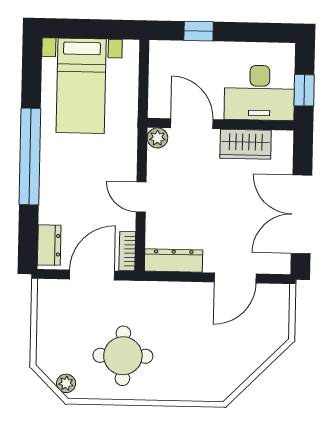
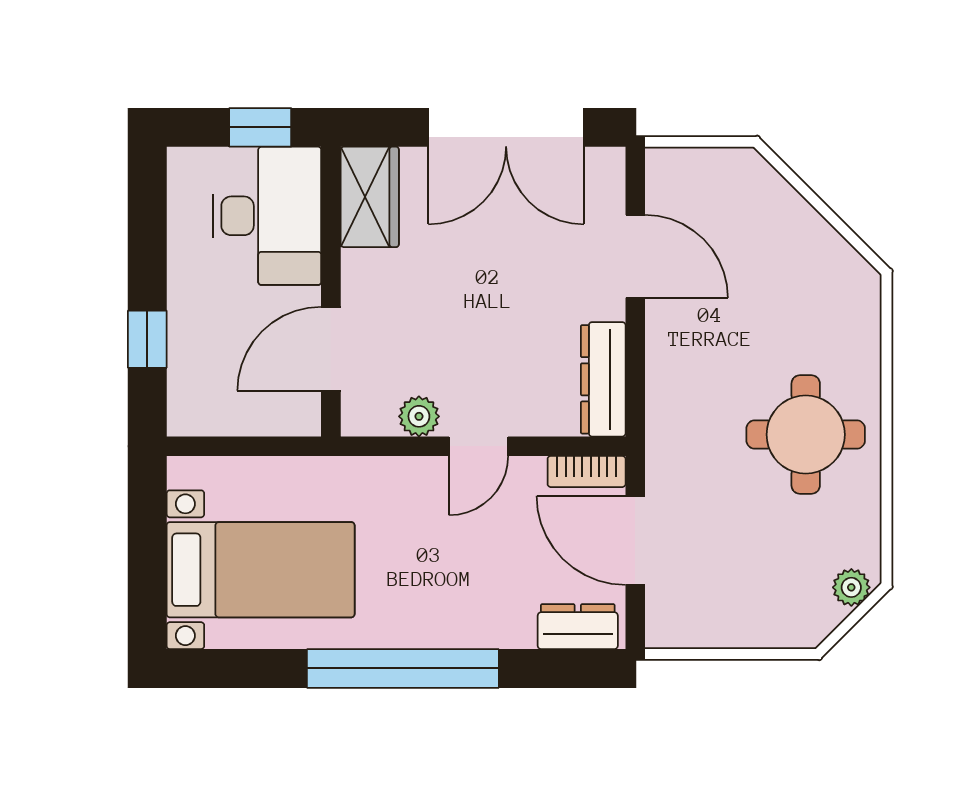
plant: (157, 138) -> (419, 416), moved
wardrobe: (246, 144) -> (370, 197), moved
round table: (123, 356) -> (806, 435), moved

